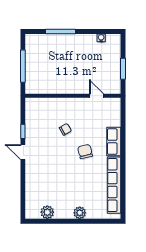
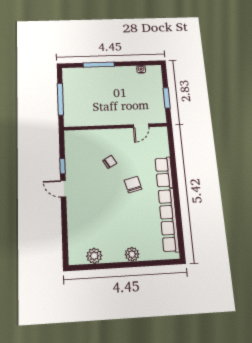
door: (97, 96) -> (141, 126), swing flipped

